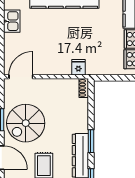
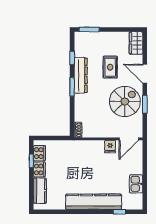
fridge: (78, 67) -> (110, 147), moved

